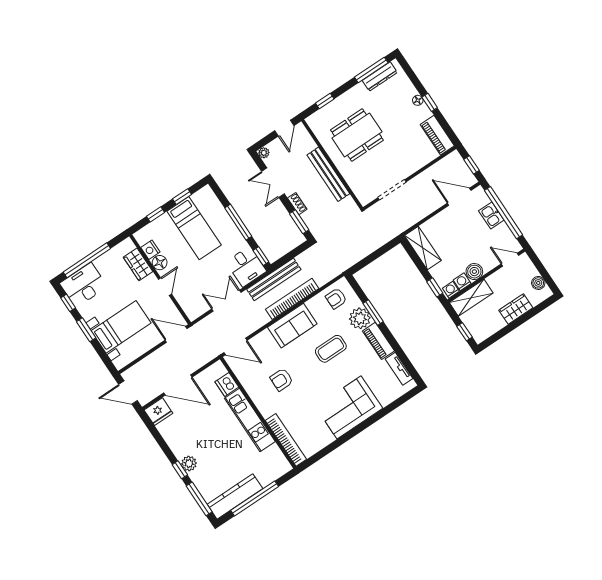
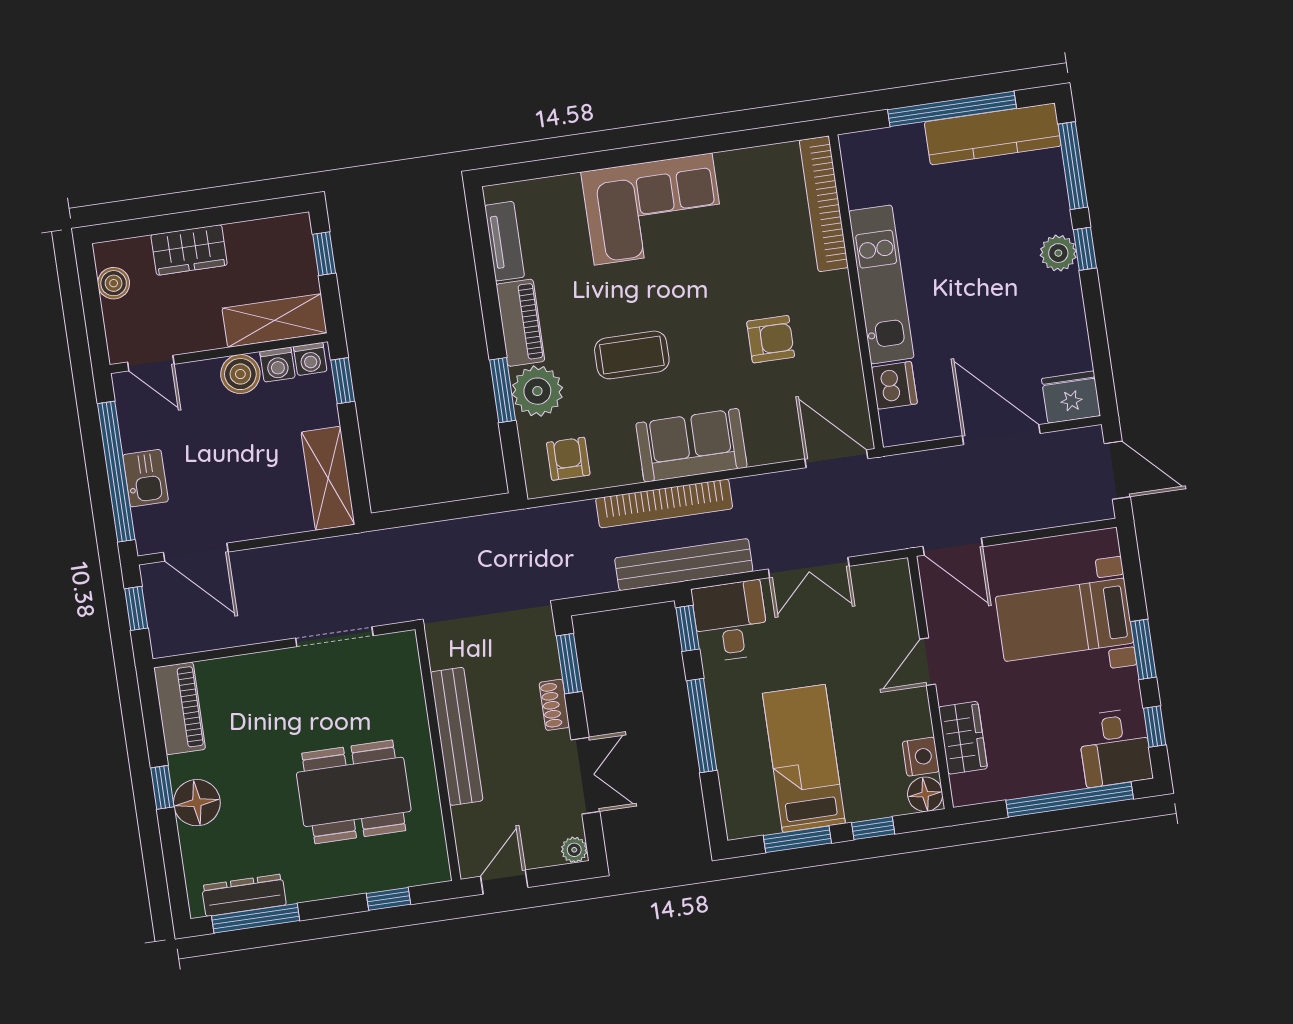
floor lamp: (418, 100) -> (197, 803), width x1.89, depth x1.89
window: (182, 197) -> (797, 839), width x1.50
floor lamp: (160, 263) -> (925, 794), moved
desk: (84, 285) -> (1115, 747), width x0.73
armchair: (336, 298) -> (568, 459), turned -90

